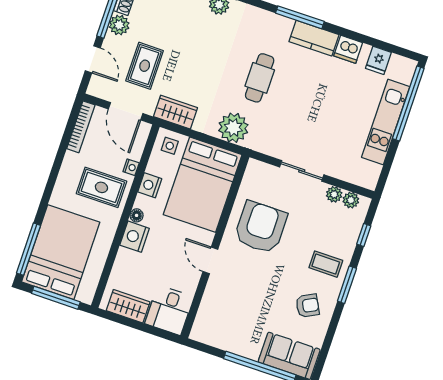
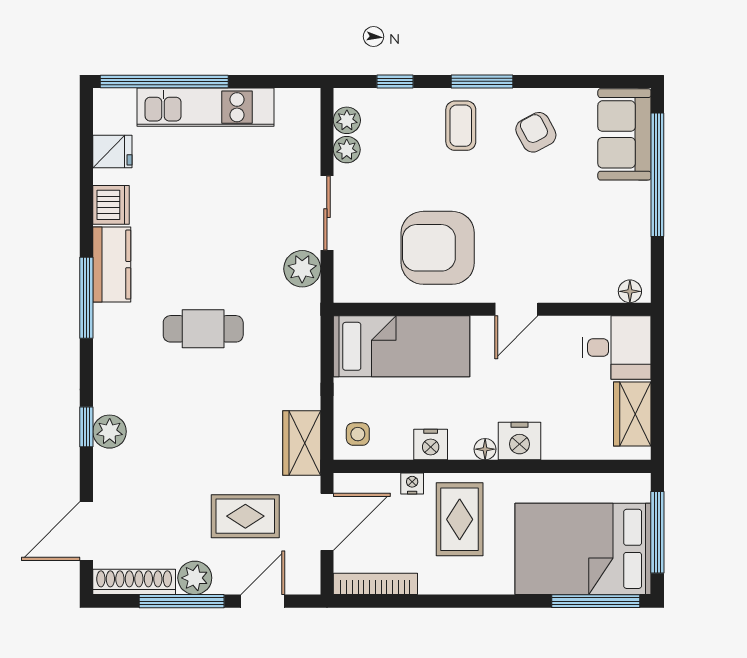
plant: (233, 128) -> (302, 269), moved, width x0.73, depth x0.73
bed: (203, 185) -> (402, 346), width x0.67
floor lamp: (199, 329) -> (630, 291), added

